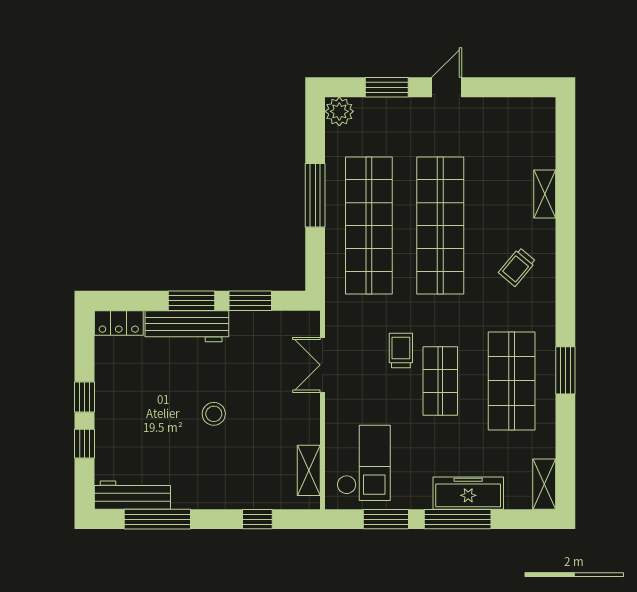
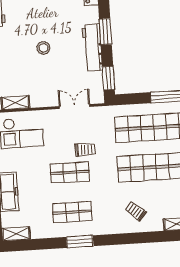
window: (250, 301) -> (108, 78), moved
workbench: (187, 326) -> (92, 47), moved
shop shelf: (512, 381) -> (72, 212), width x0.70, depth x0.74

